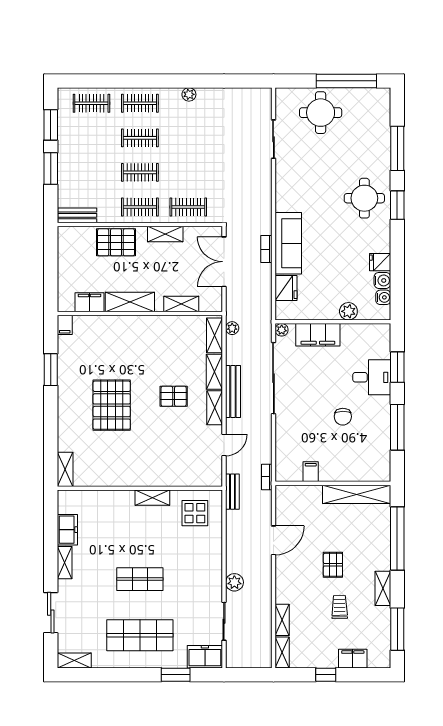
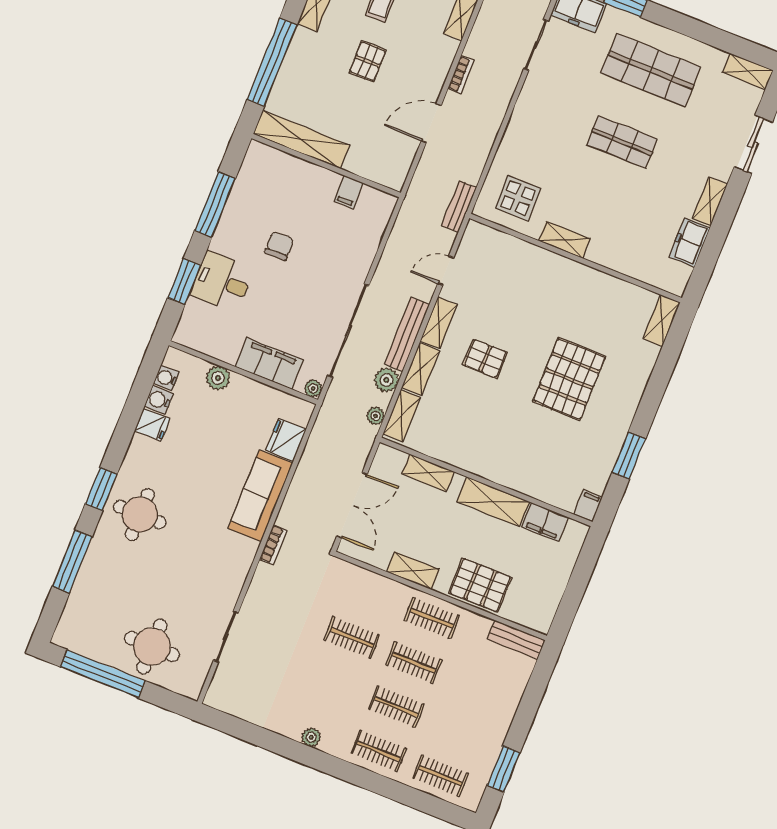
window: (51, 169) -> (526, 713), removed
clothes rail: (188, 207) -> (352, 638), moved
bookcase: (266, 249) -> (273, 545), moved
bookcase: (267, 477) -> (461, 75), moved
plant: (234, 582) -> (386, 380), moved

